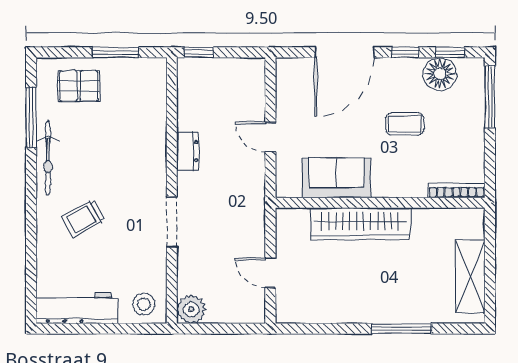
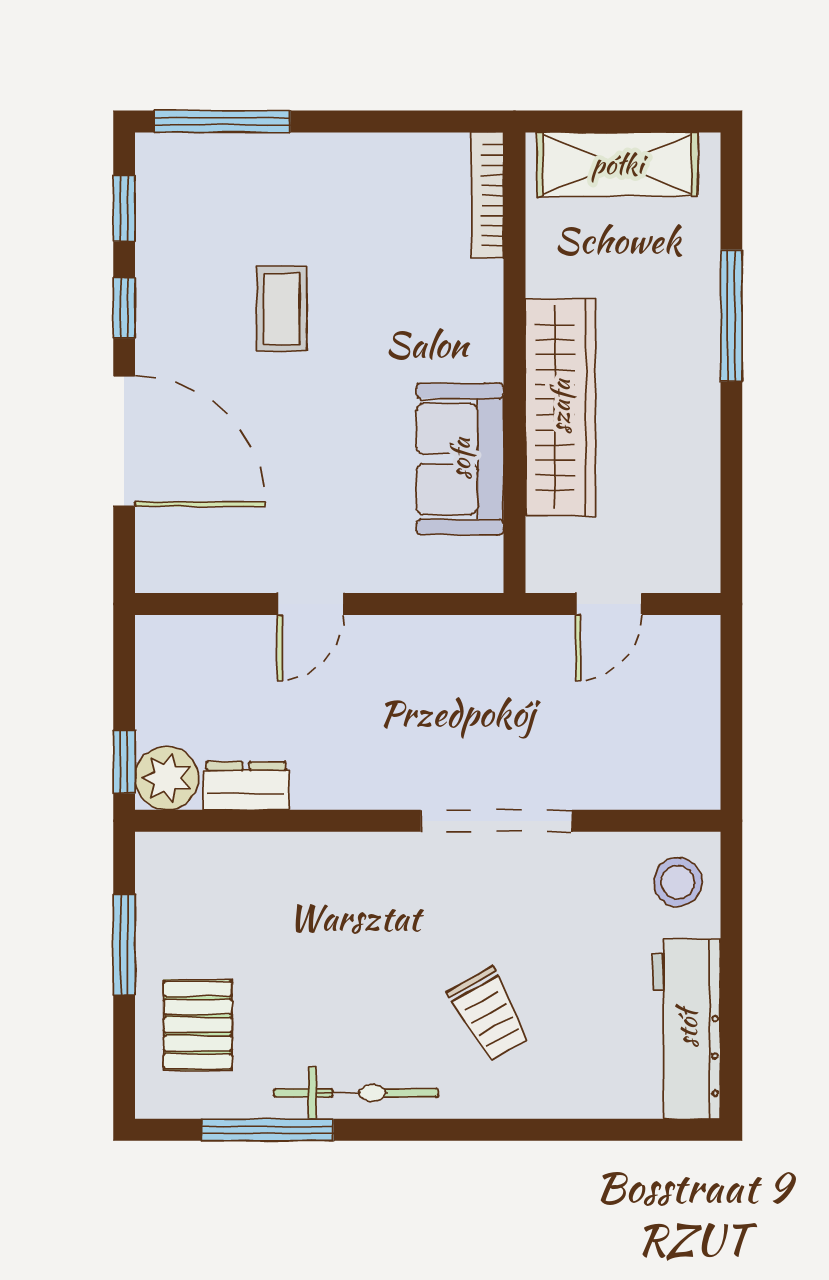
floor lamp: (440, 74) -> (171, 231), removed
dresser: (188, 151) -> (246, 786), moved
sofa: (336, 178) -> (460, 459), moved
bookcase: (456, 191) -> (488, 195), moved
wall: (380, 203) -> (514, 363), moved
doorway: (172, 222) -> (496, 821), width x1.36
wardrobe: (360, 224) -> (560, 407), moved
plant: (191, 309) -> (167, 778), moved

